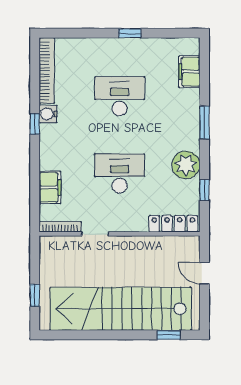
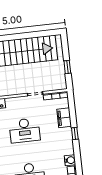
window: (35, 124) -> (75, 133), moved
window: (35, 295) -> (67, 67), moved

